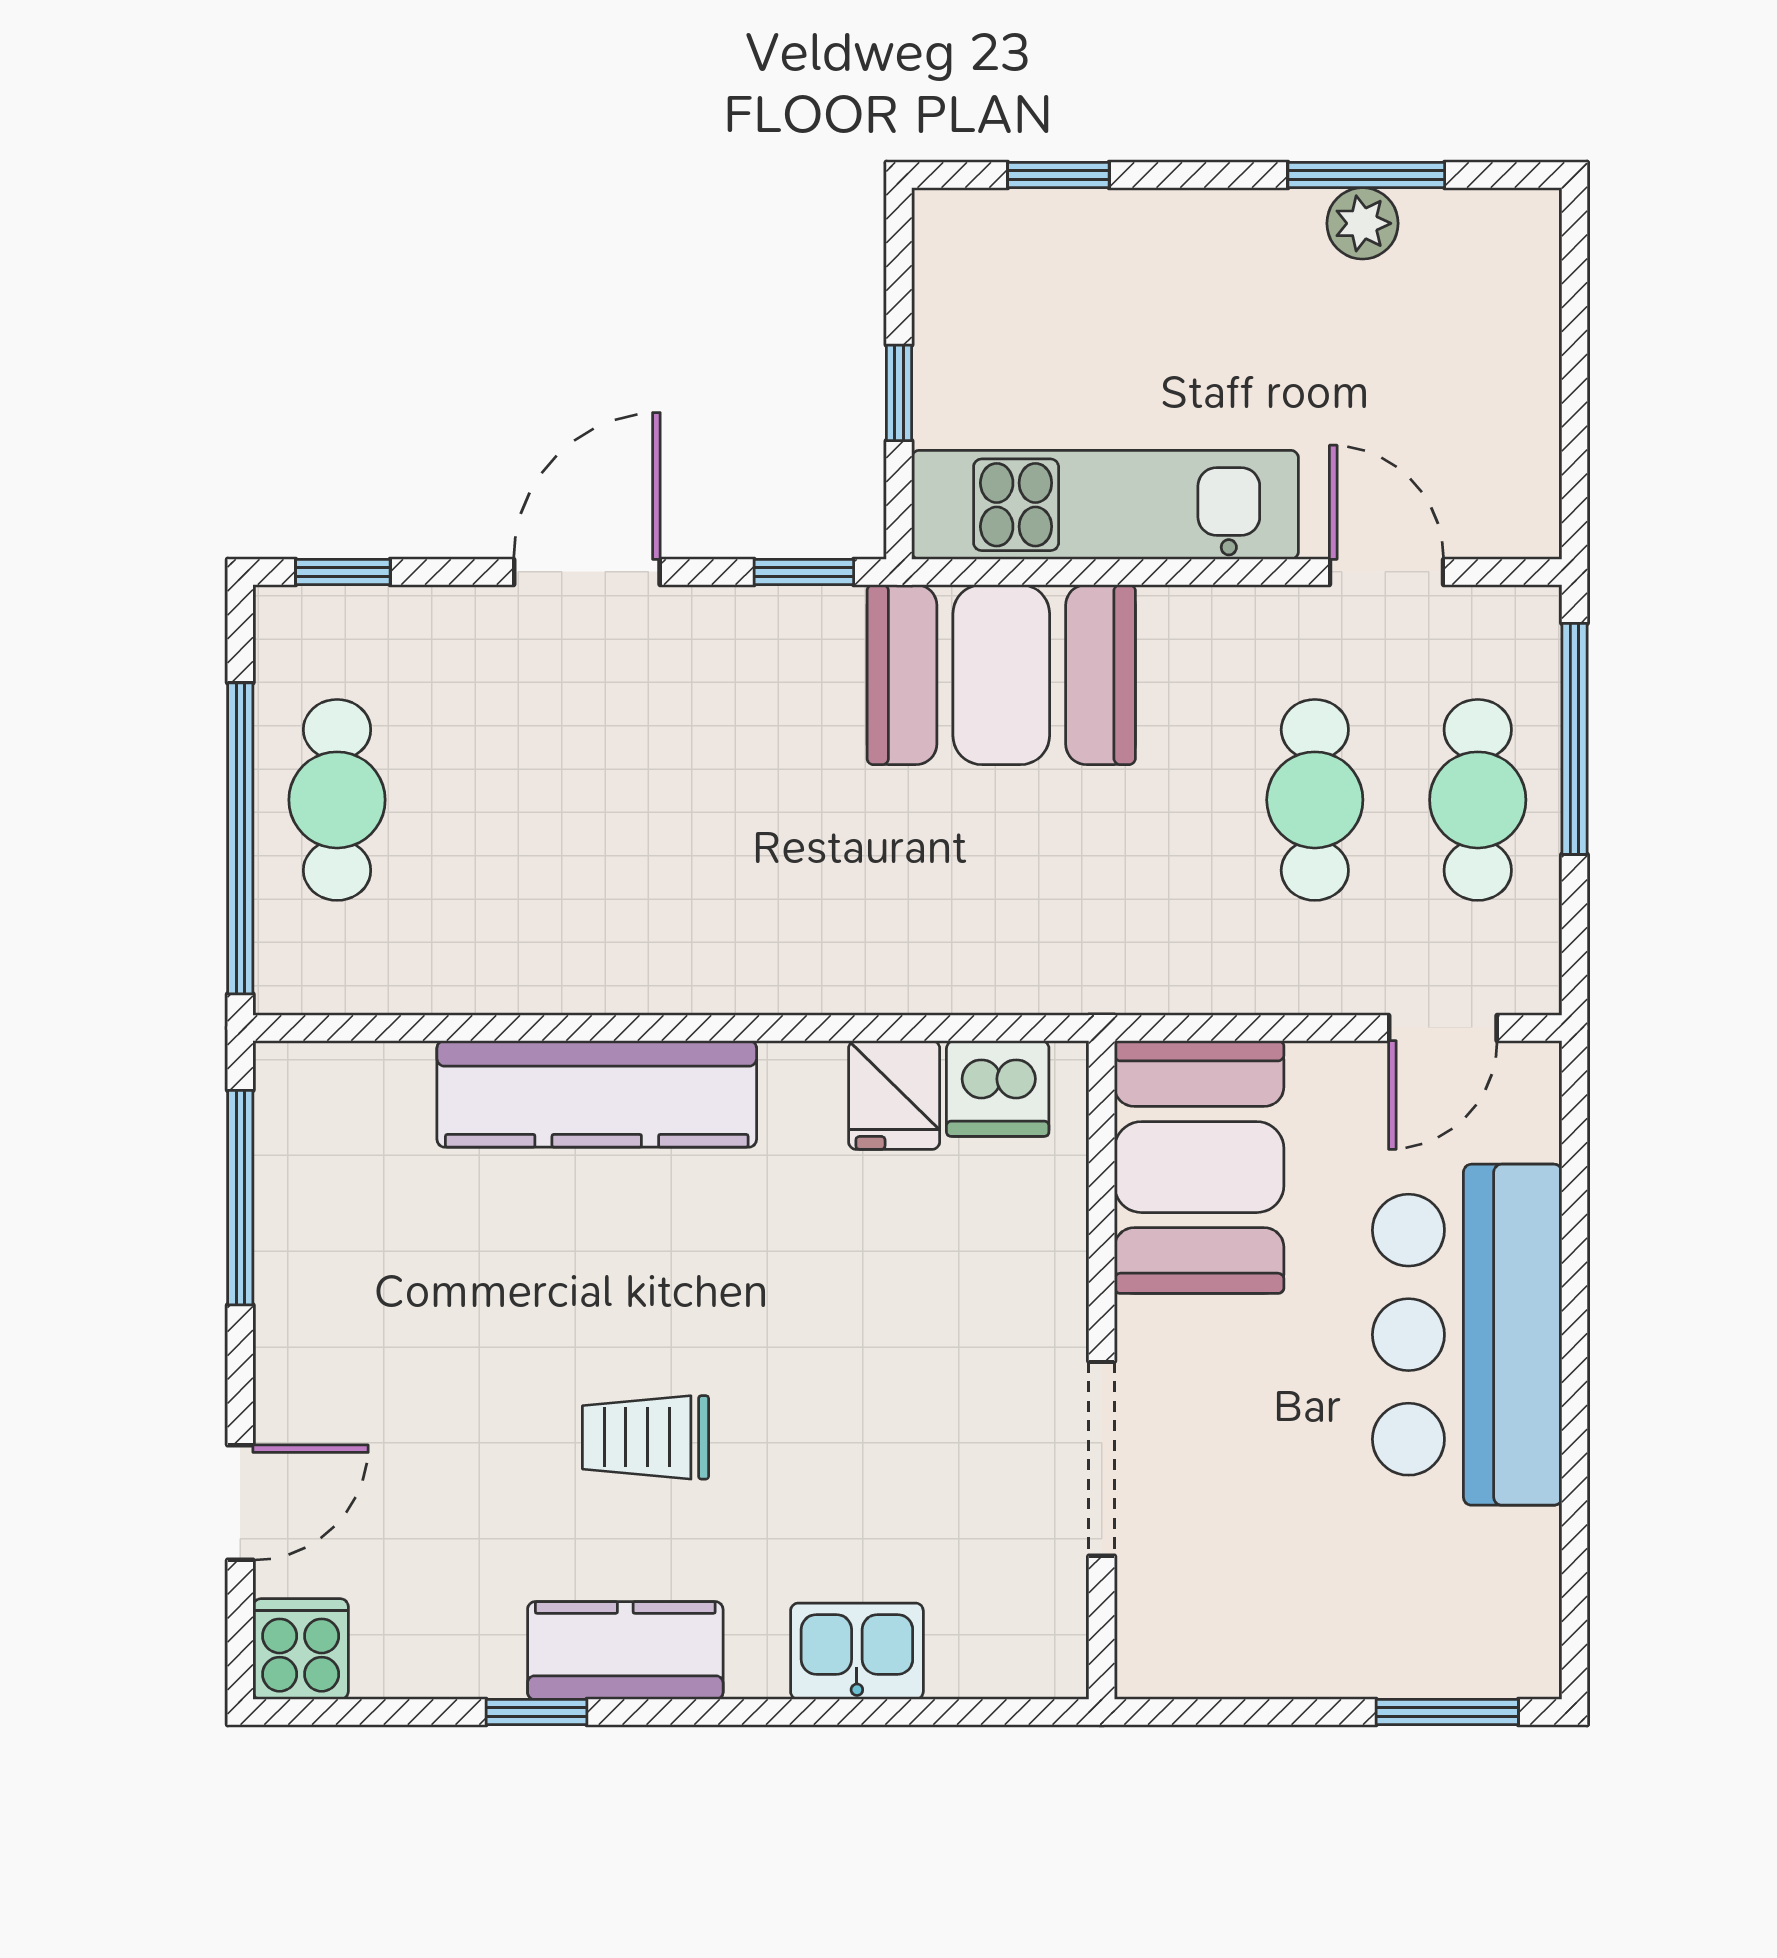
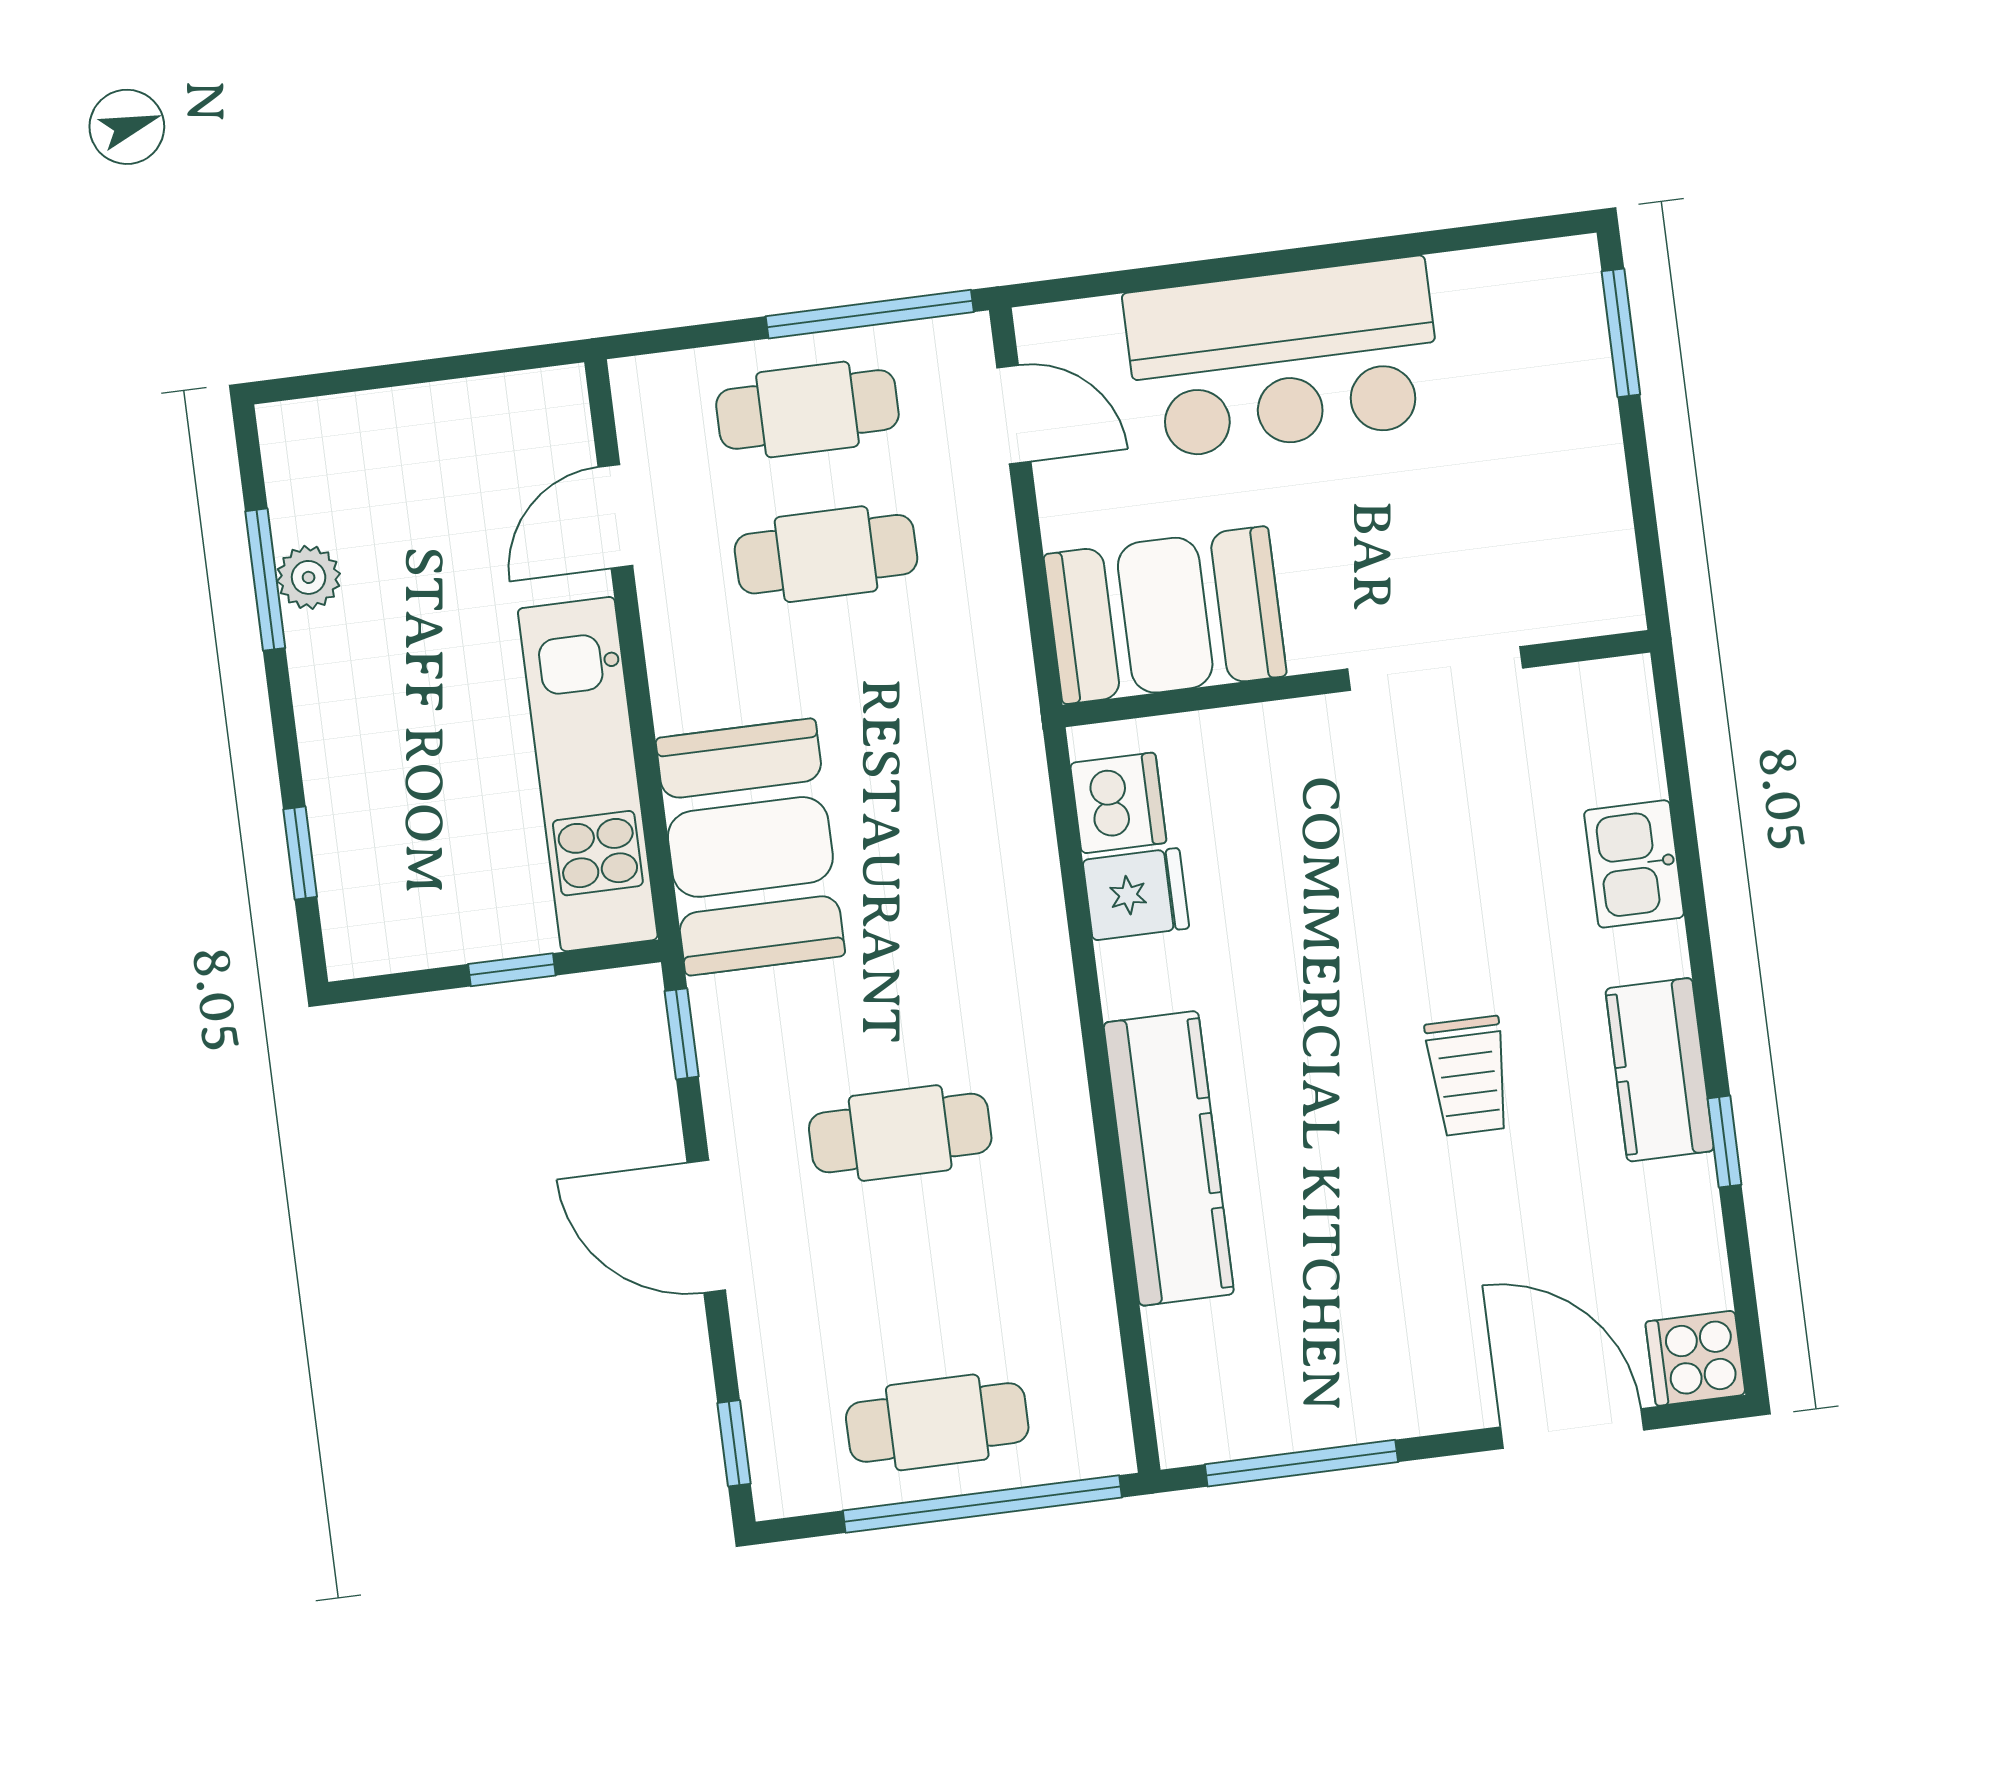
window: (1575, 739) -> (870, 314), moved
cafe table: (663, 800) -> (900, 1133), added
door: (240, 1503) -> (1572, 1428), width x1.38

